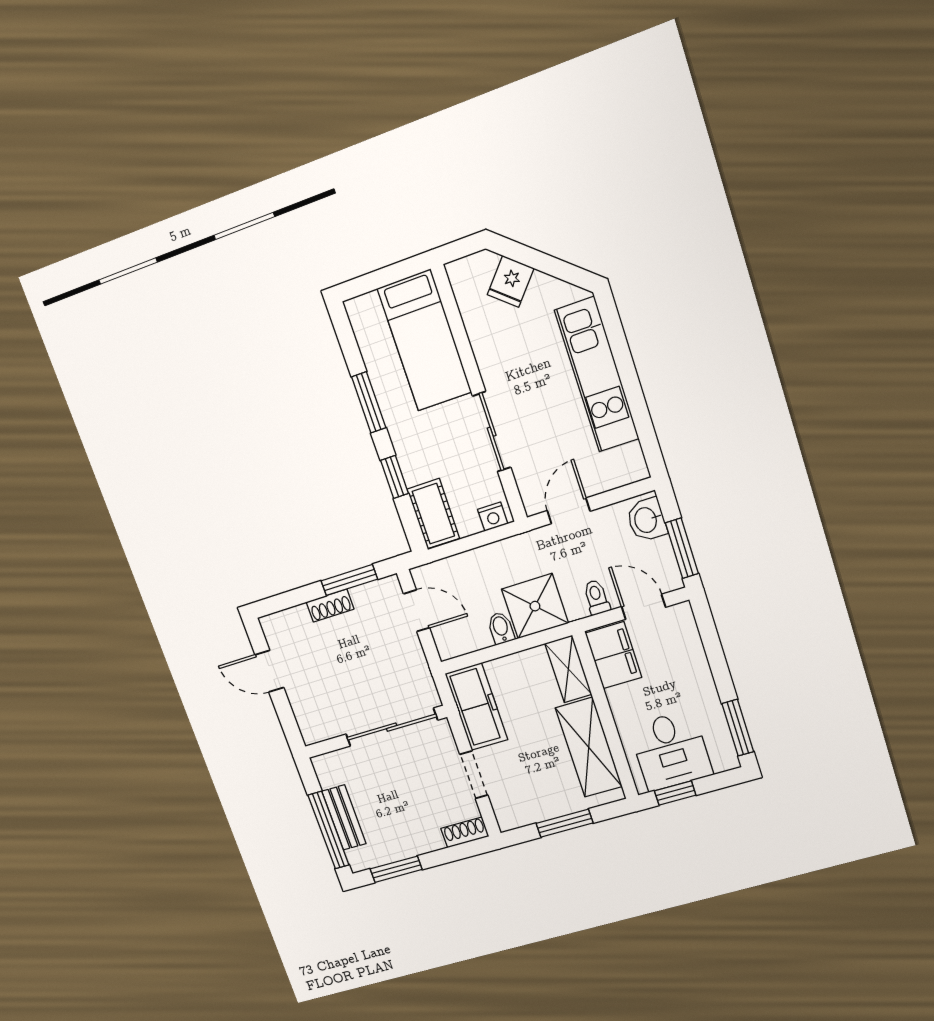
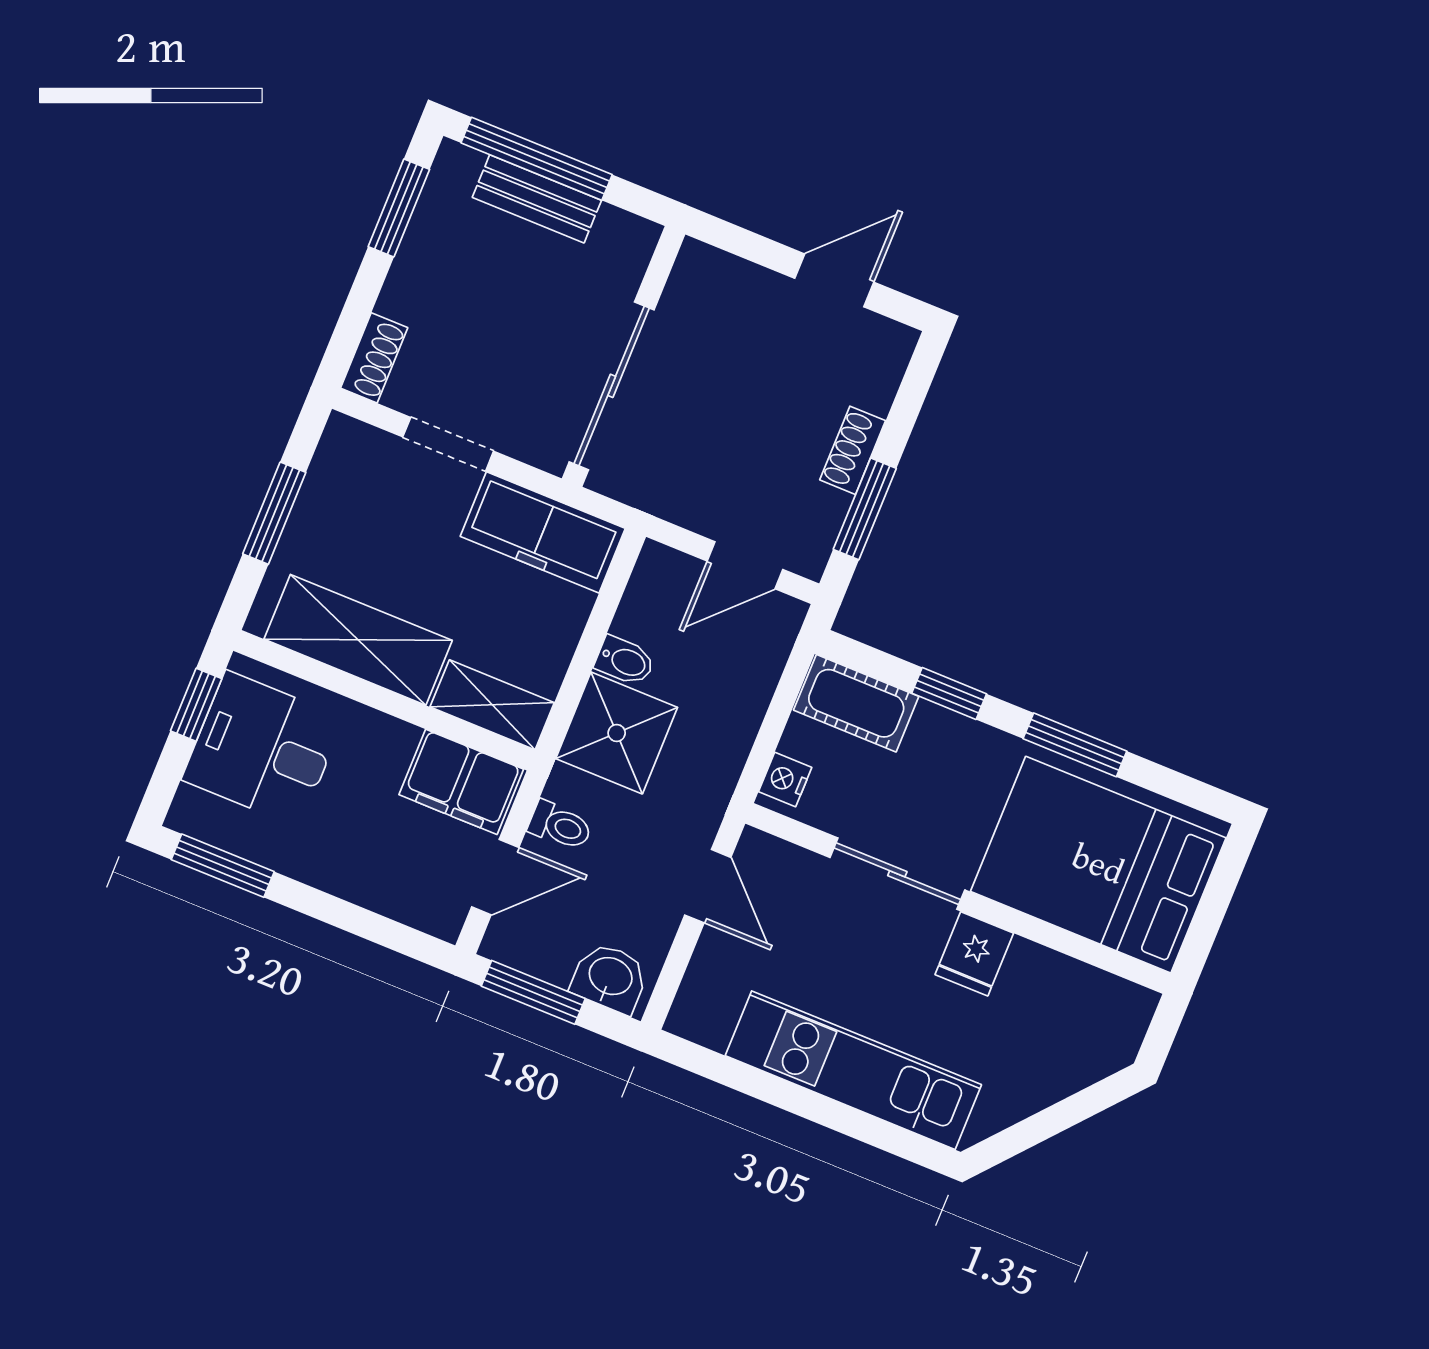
fridge: (511, 282) -> (974, 954), moved, turned -131
bed: (424, 341) -> (1098, 865), width x1.50

